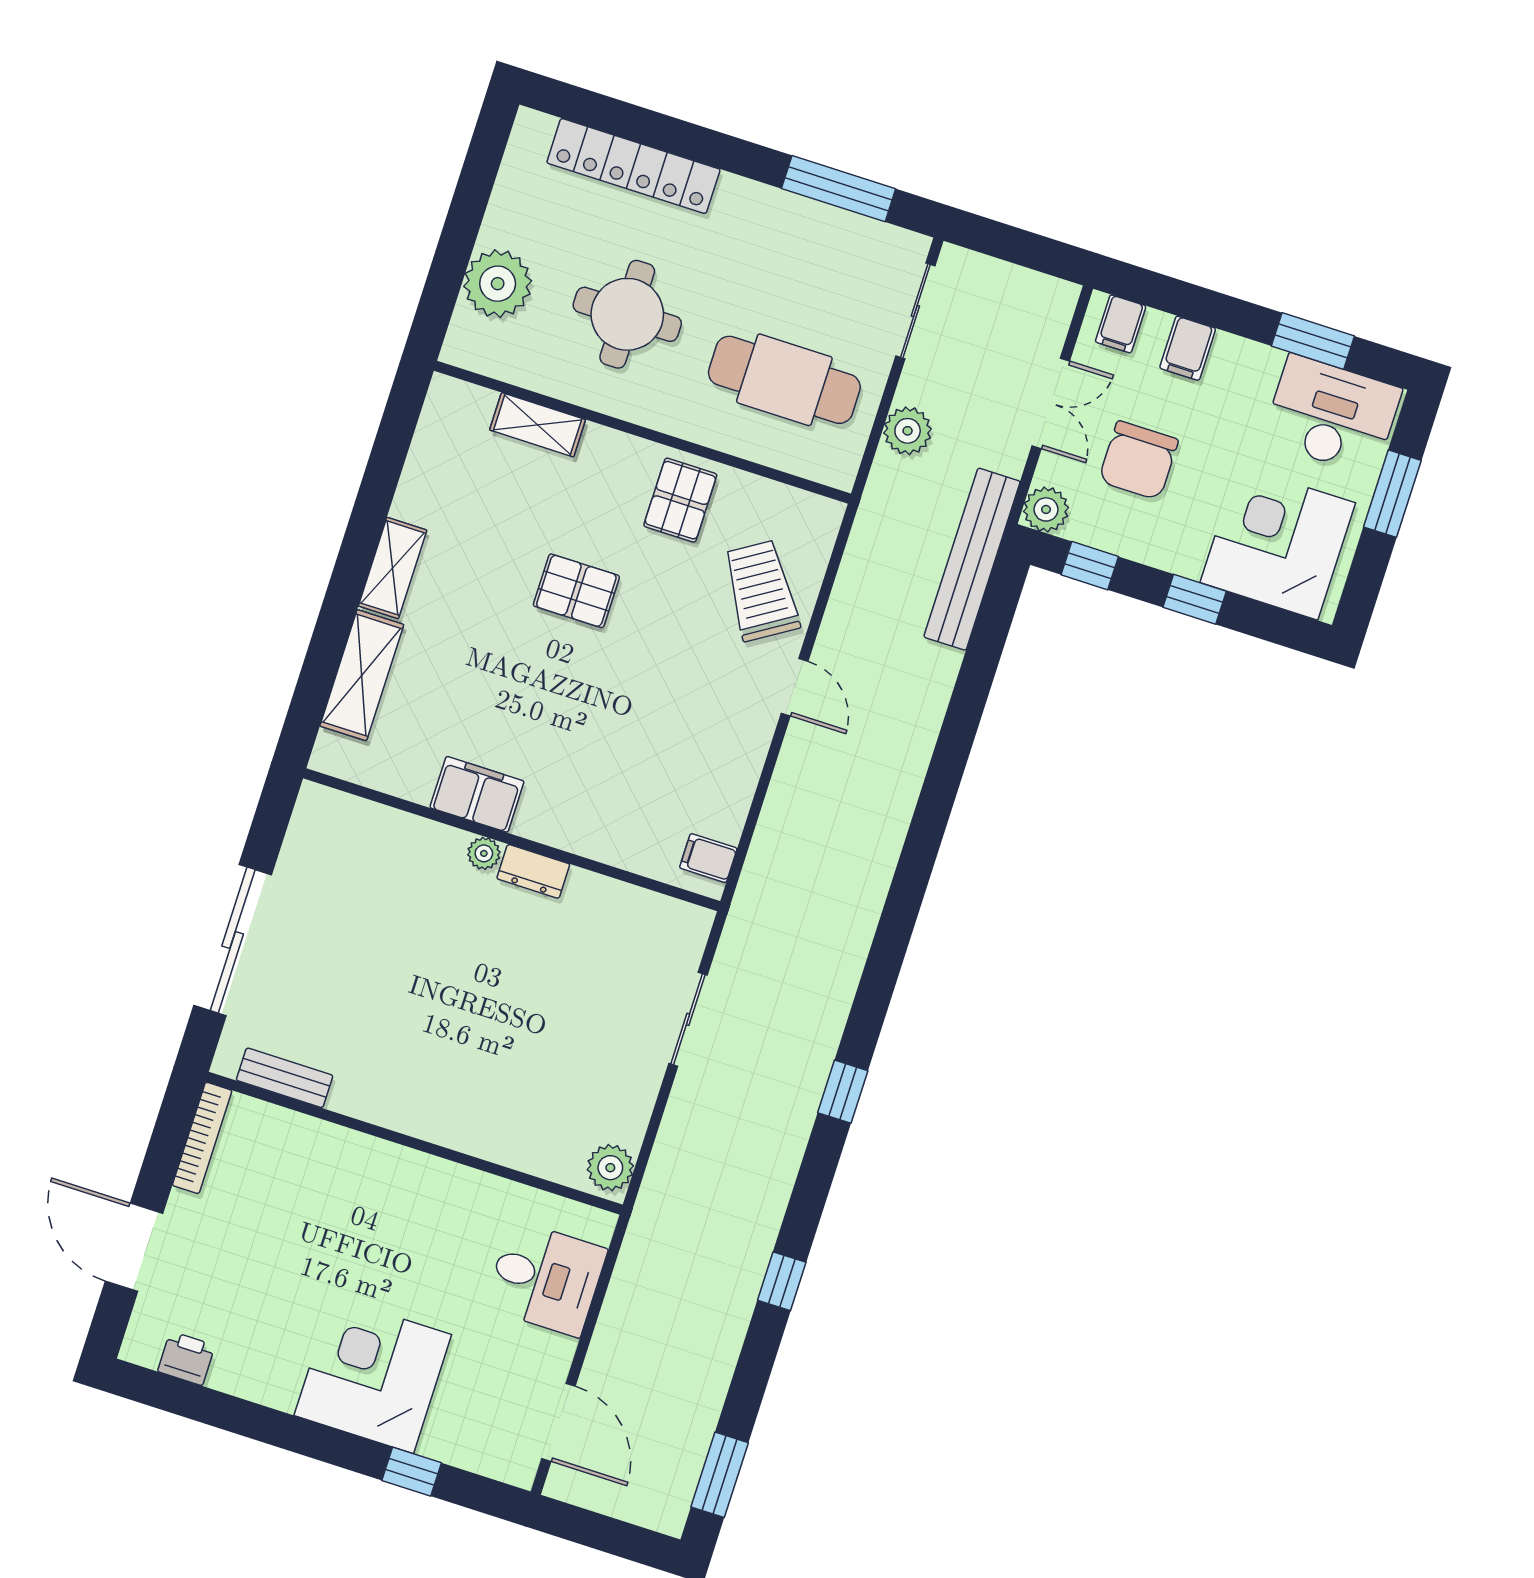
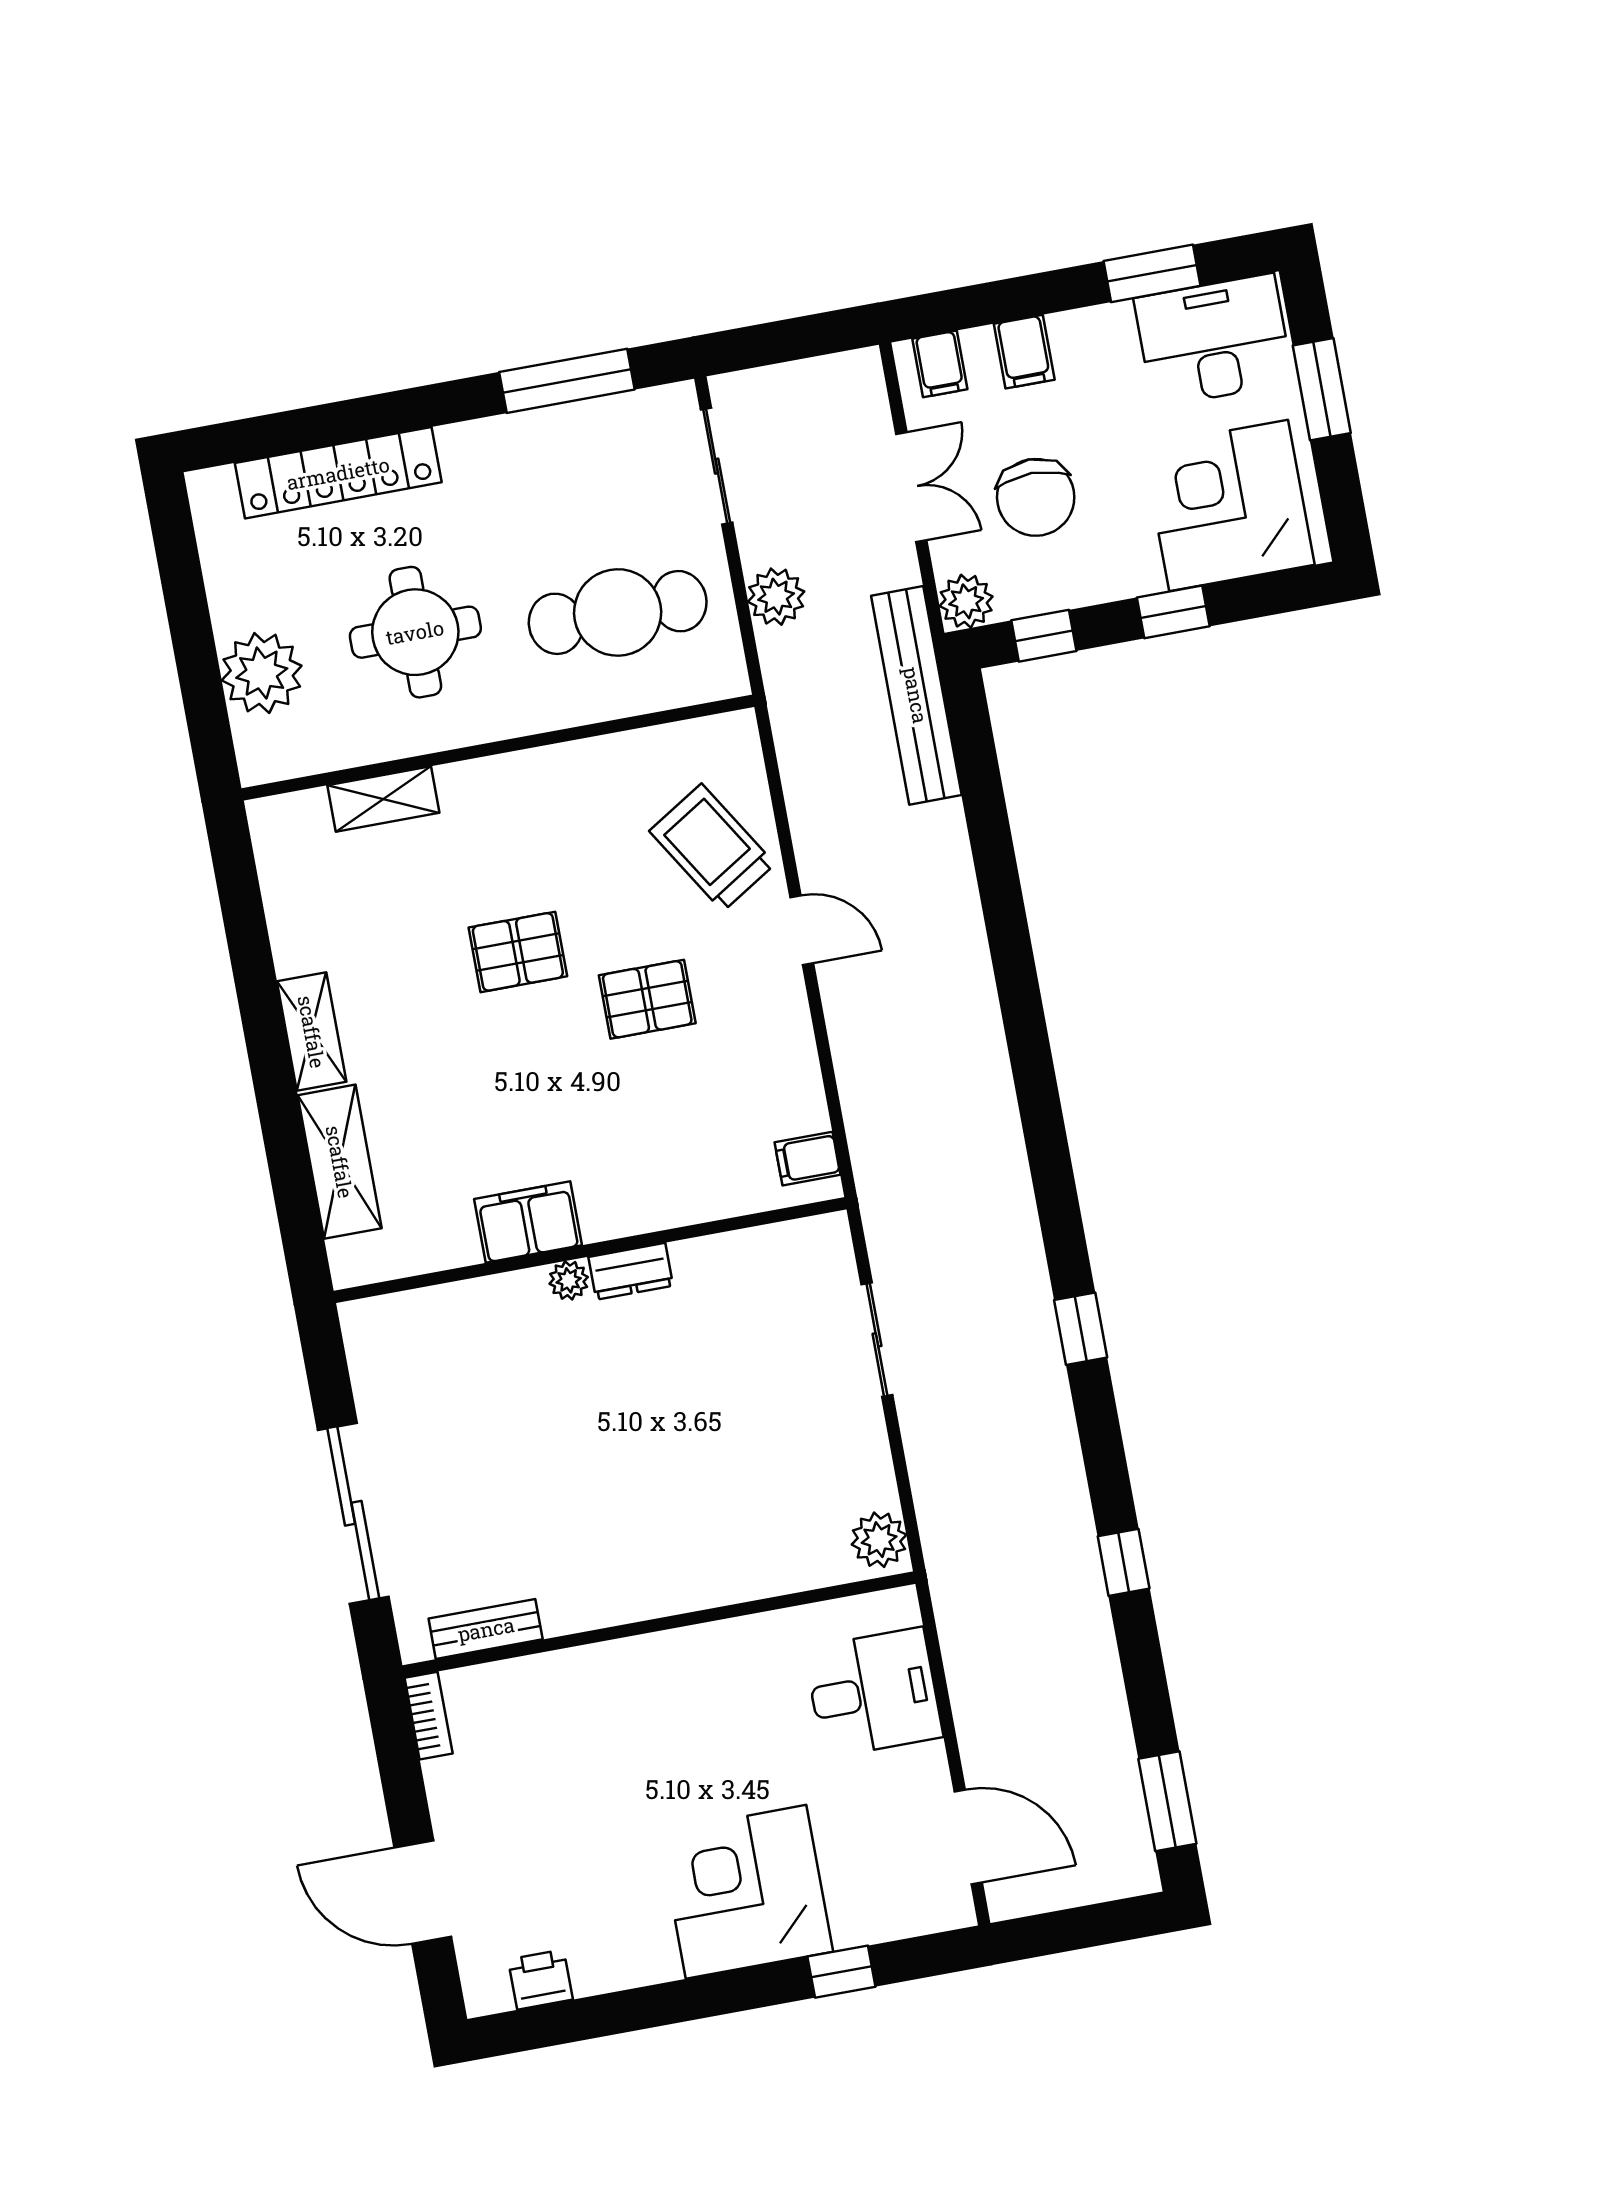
pallet: (680, 500) -> (647, 999), moved, turned 90
bookcase: (202, 1138) -> (429, 1716), width x0.64

